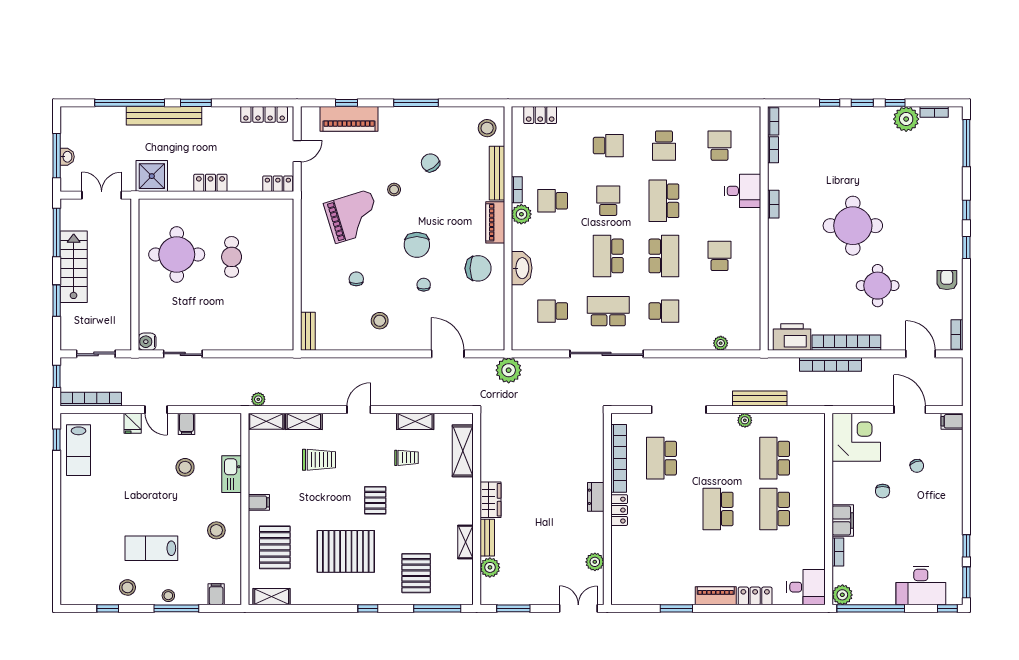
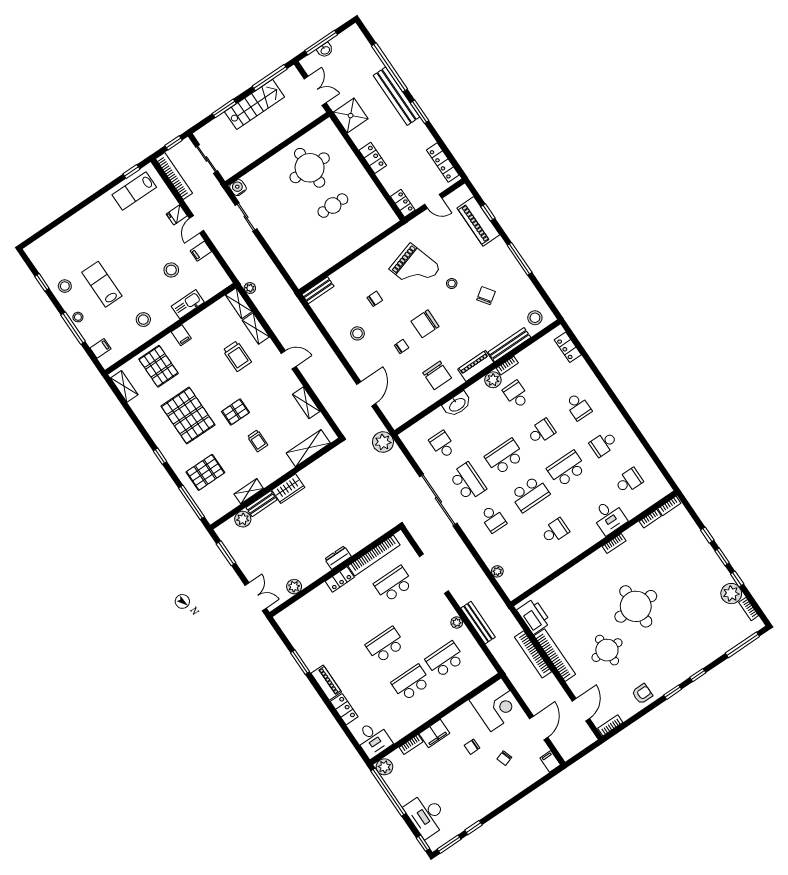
trolley: (407, 458) -> (258, 441), moved
pallet: (275, 547) -> (158, 366), turned 90

